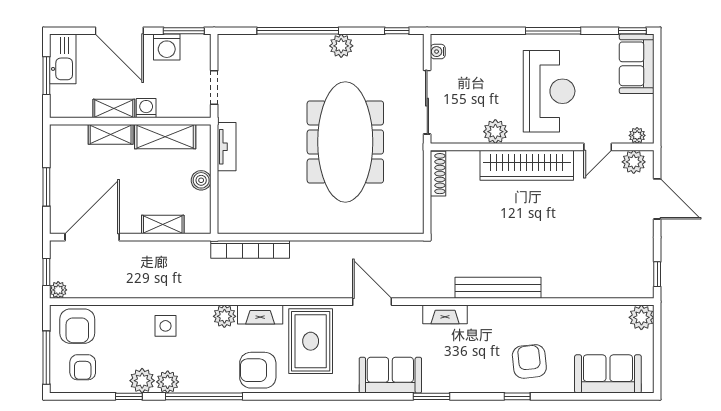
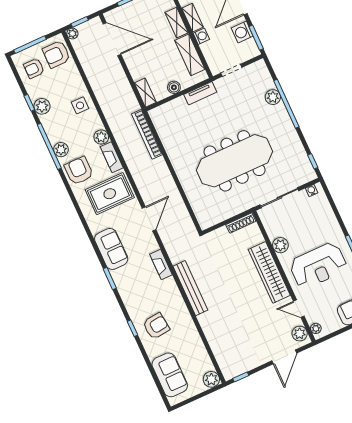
plant: (341, 46) -> (273, 97), moved
shelving: (163, 225) -> (145, 93), moved
plant: (168, 382) -> (61, 150), moved

